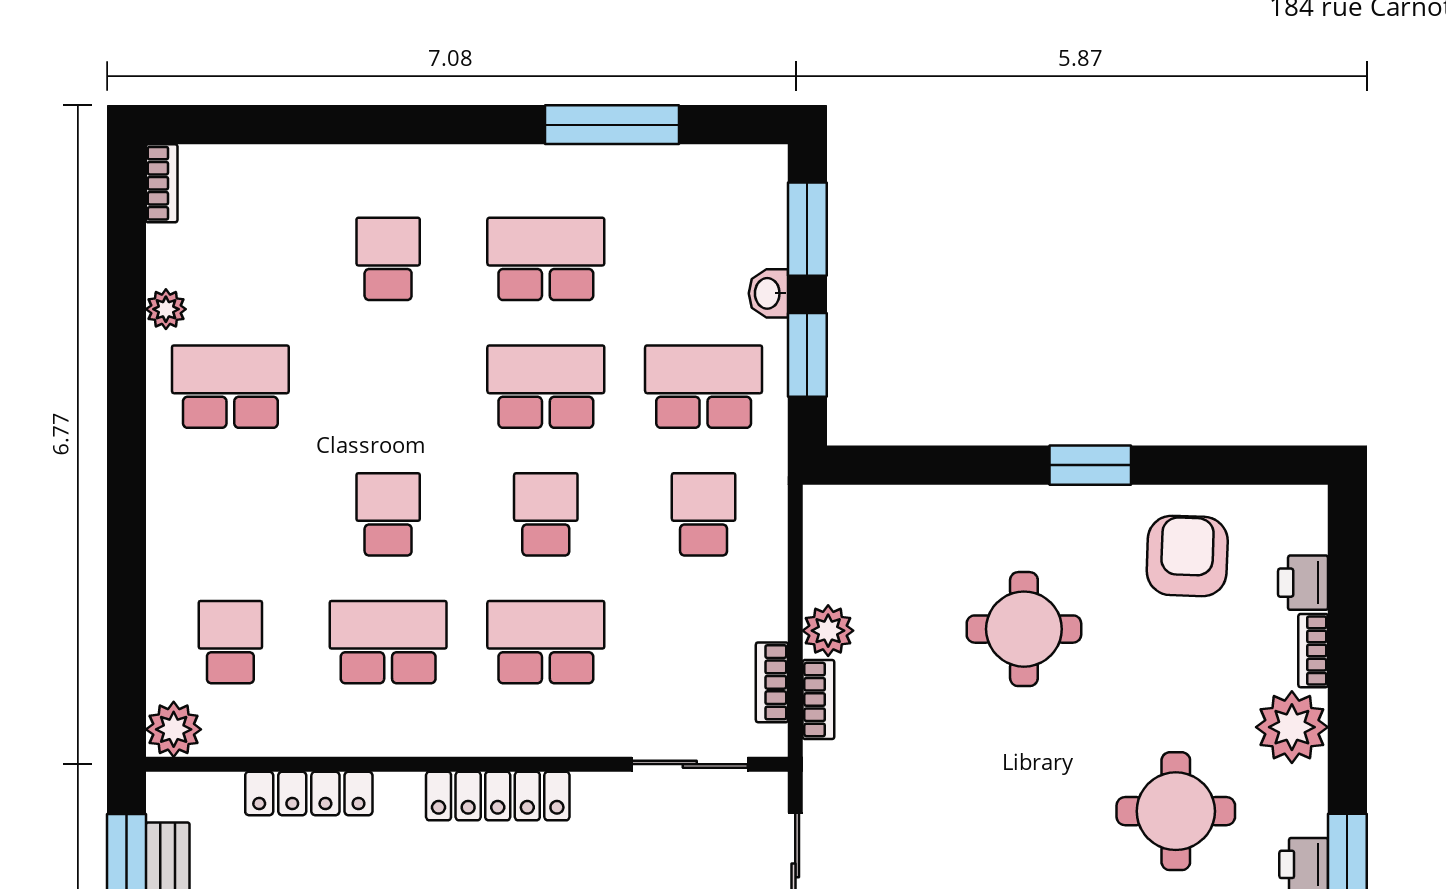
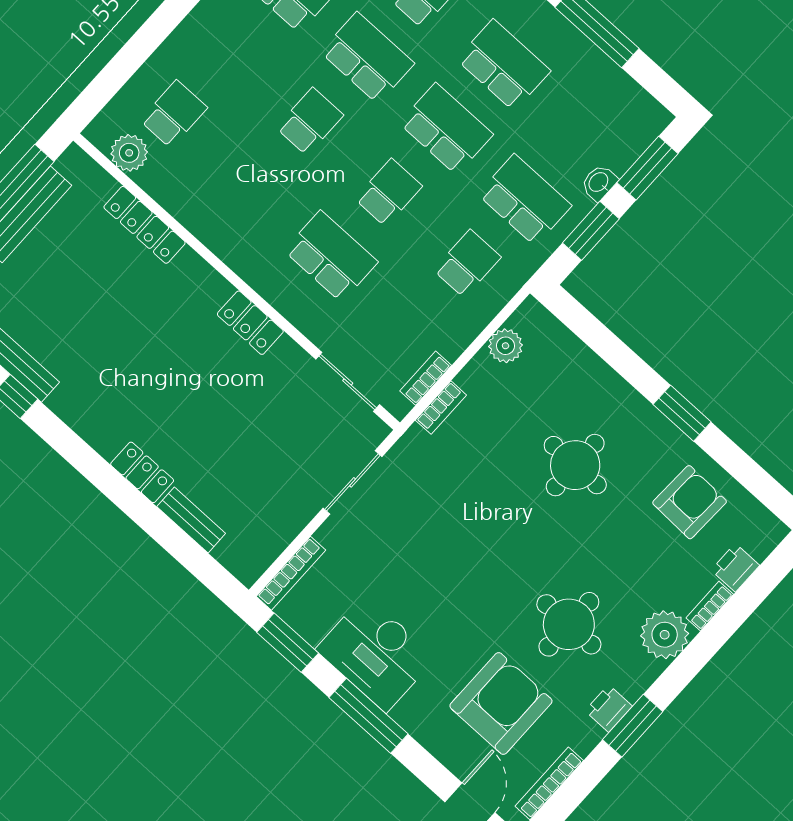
plant: (828, 631) -> (506, 346), moved
school desk: (388, 642) -> (367, 58), moved
plant: (174, 729) -> (129, 153), moved
locker: (498, 796) -> (250, 323), width x0.66

